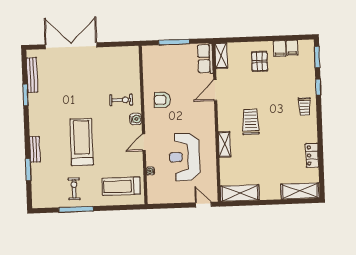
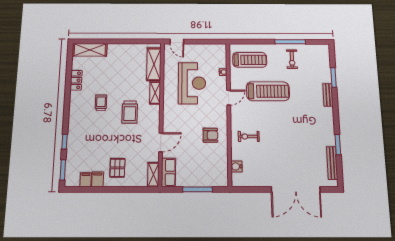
trolley: (304, 107) -> (101, 103), moved
water cooler: (136, 119) -> (236, 166), moved
treadmill: (82, 142) -> (268, 91), moved, turned -90
shelving: (240, 193) -> (154, 64), moved, turned 90

